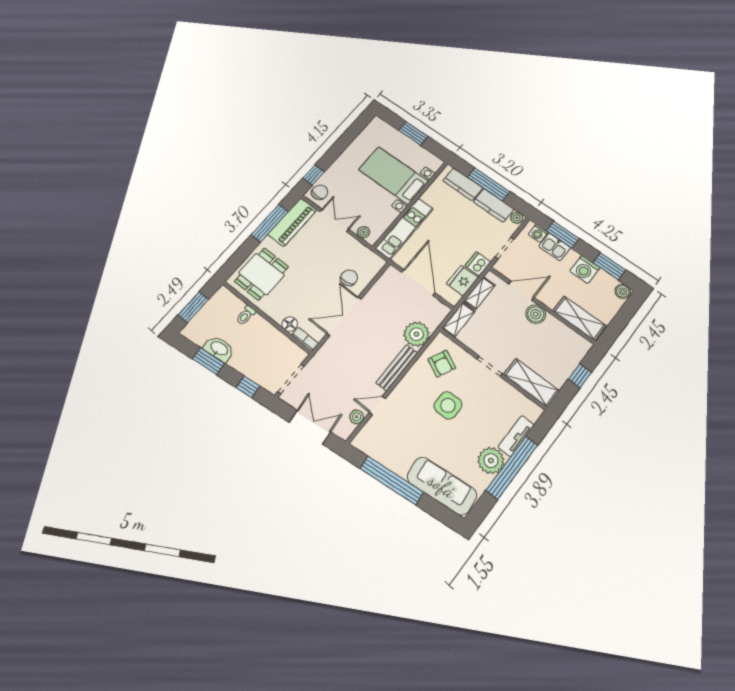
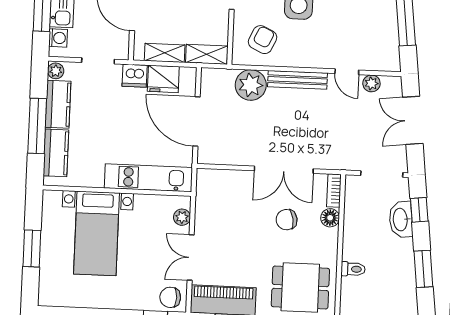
chair: (349, 278) -> (287, 220), moved
door: (418, 283) -> (197, 122), hinge flipped
washbasin: (219, 349) -> (401, 220), moved

